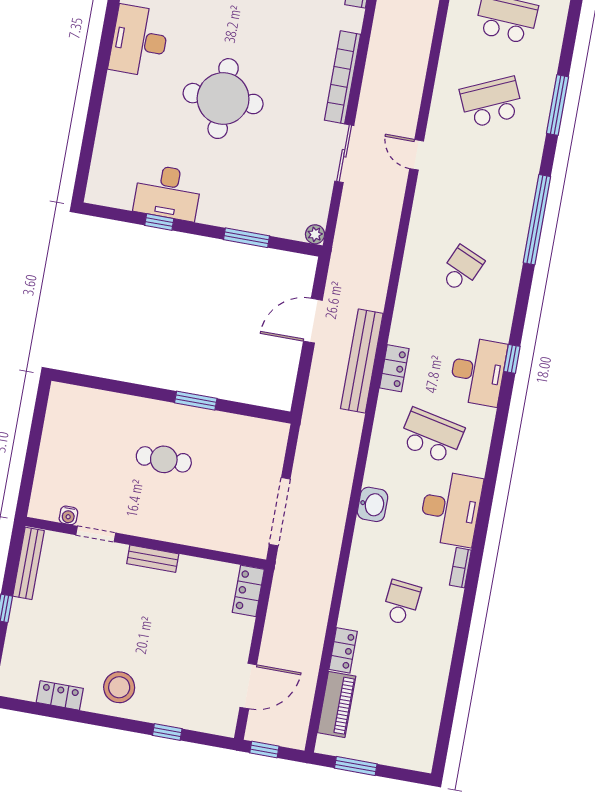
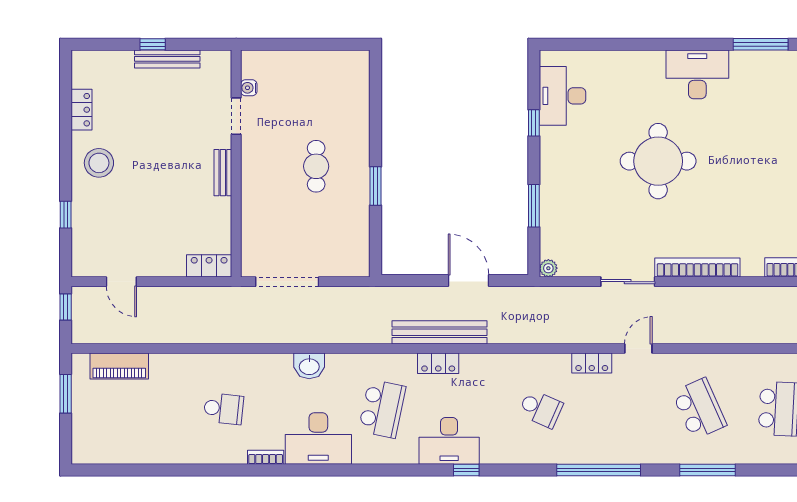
desk: (168, 192) -> (563, 96), moved
bench: (28, 563) -> (167, 59), moved
locker: (343, 650) -> (592, 363), moved
door: (248, 686) -> (121, 282), width x0.73

